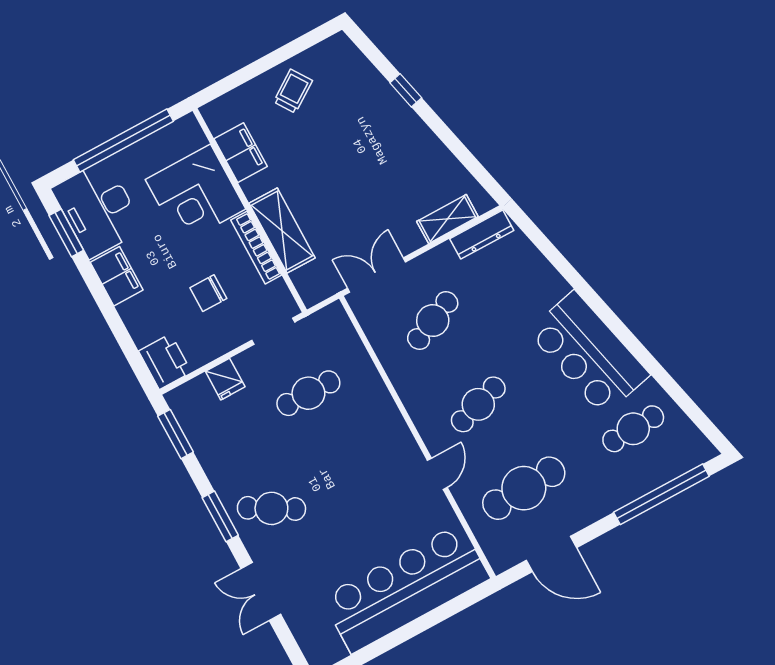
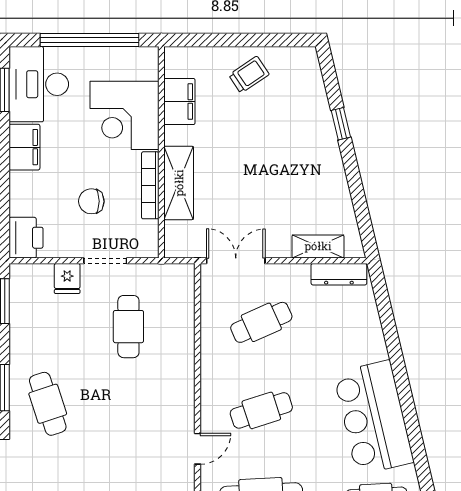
doorway: (273, 331) -> (105, 261), moved
cafe table: (308, 393) -> (128, 327), turned 90
cafe table: (271, 508) -> (48, 404), turned 42

